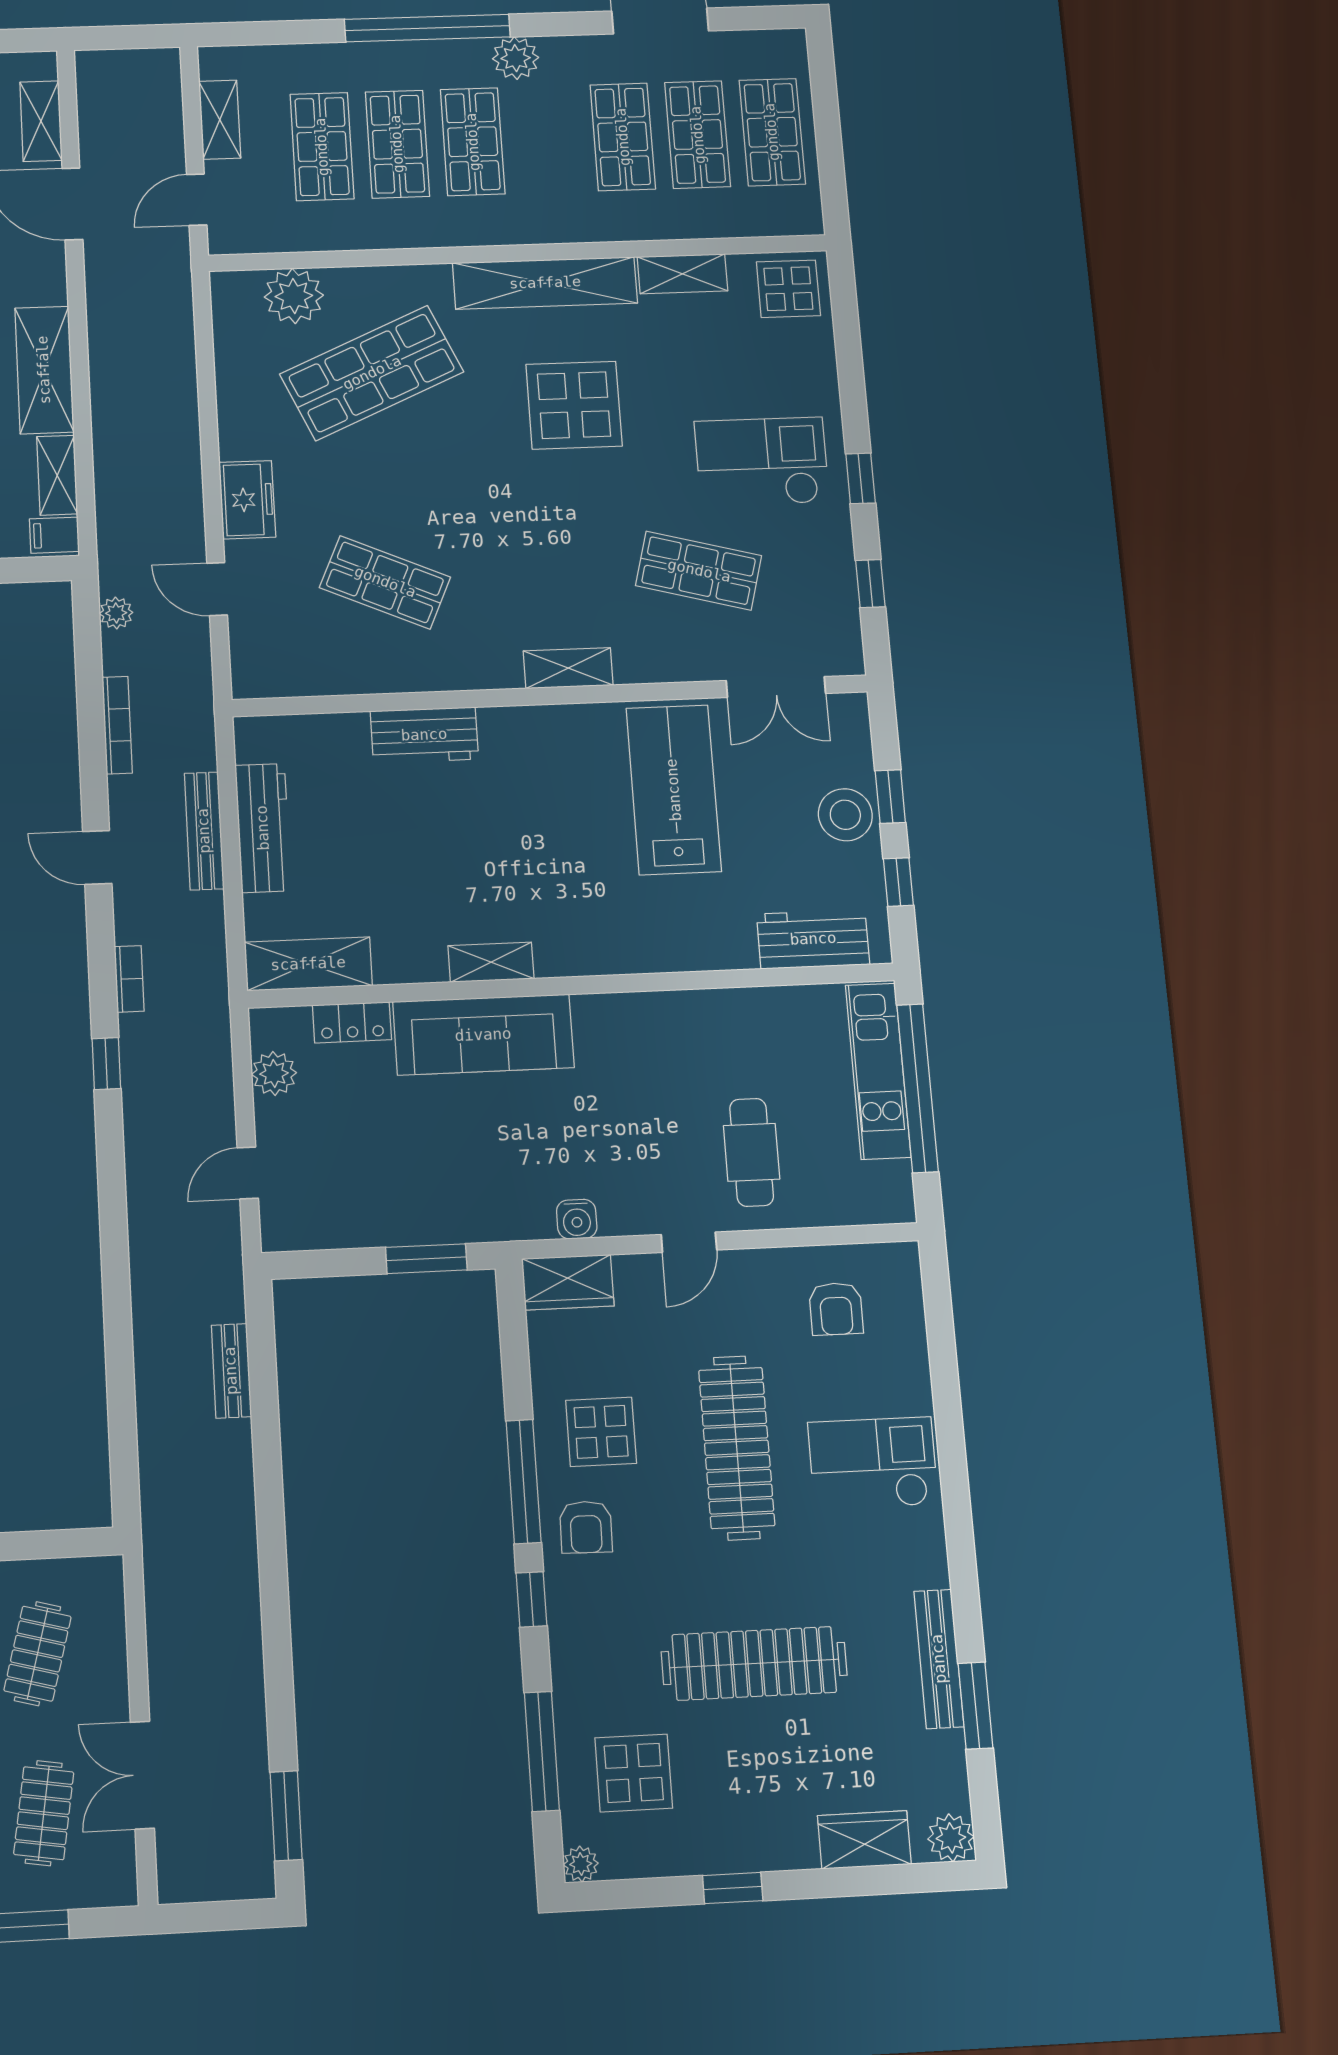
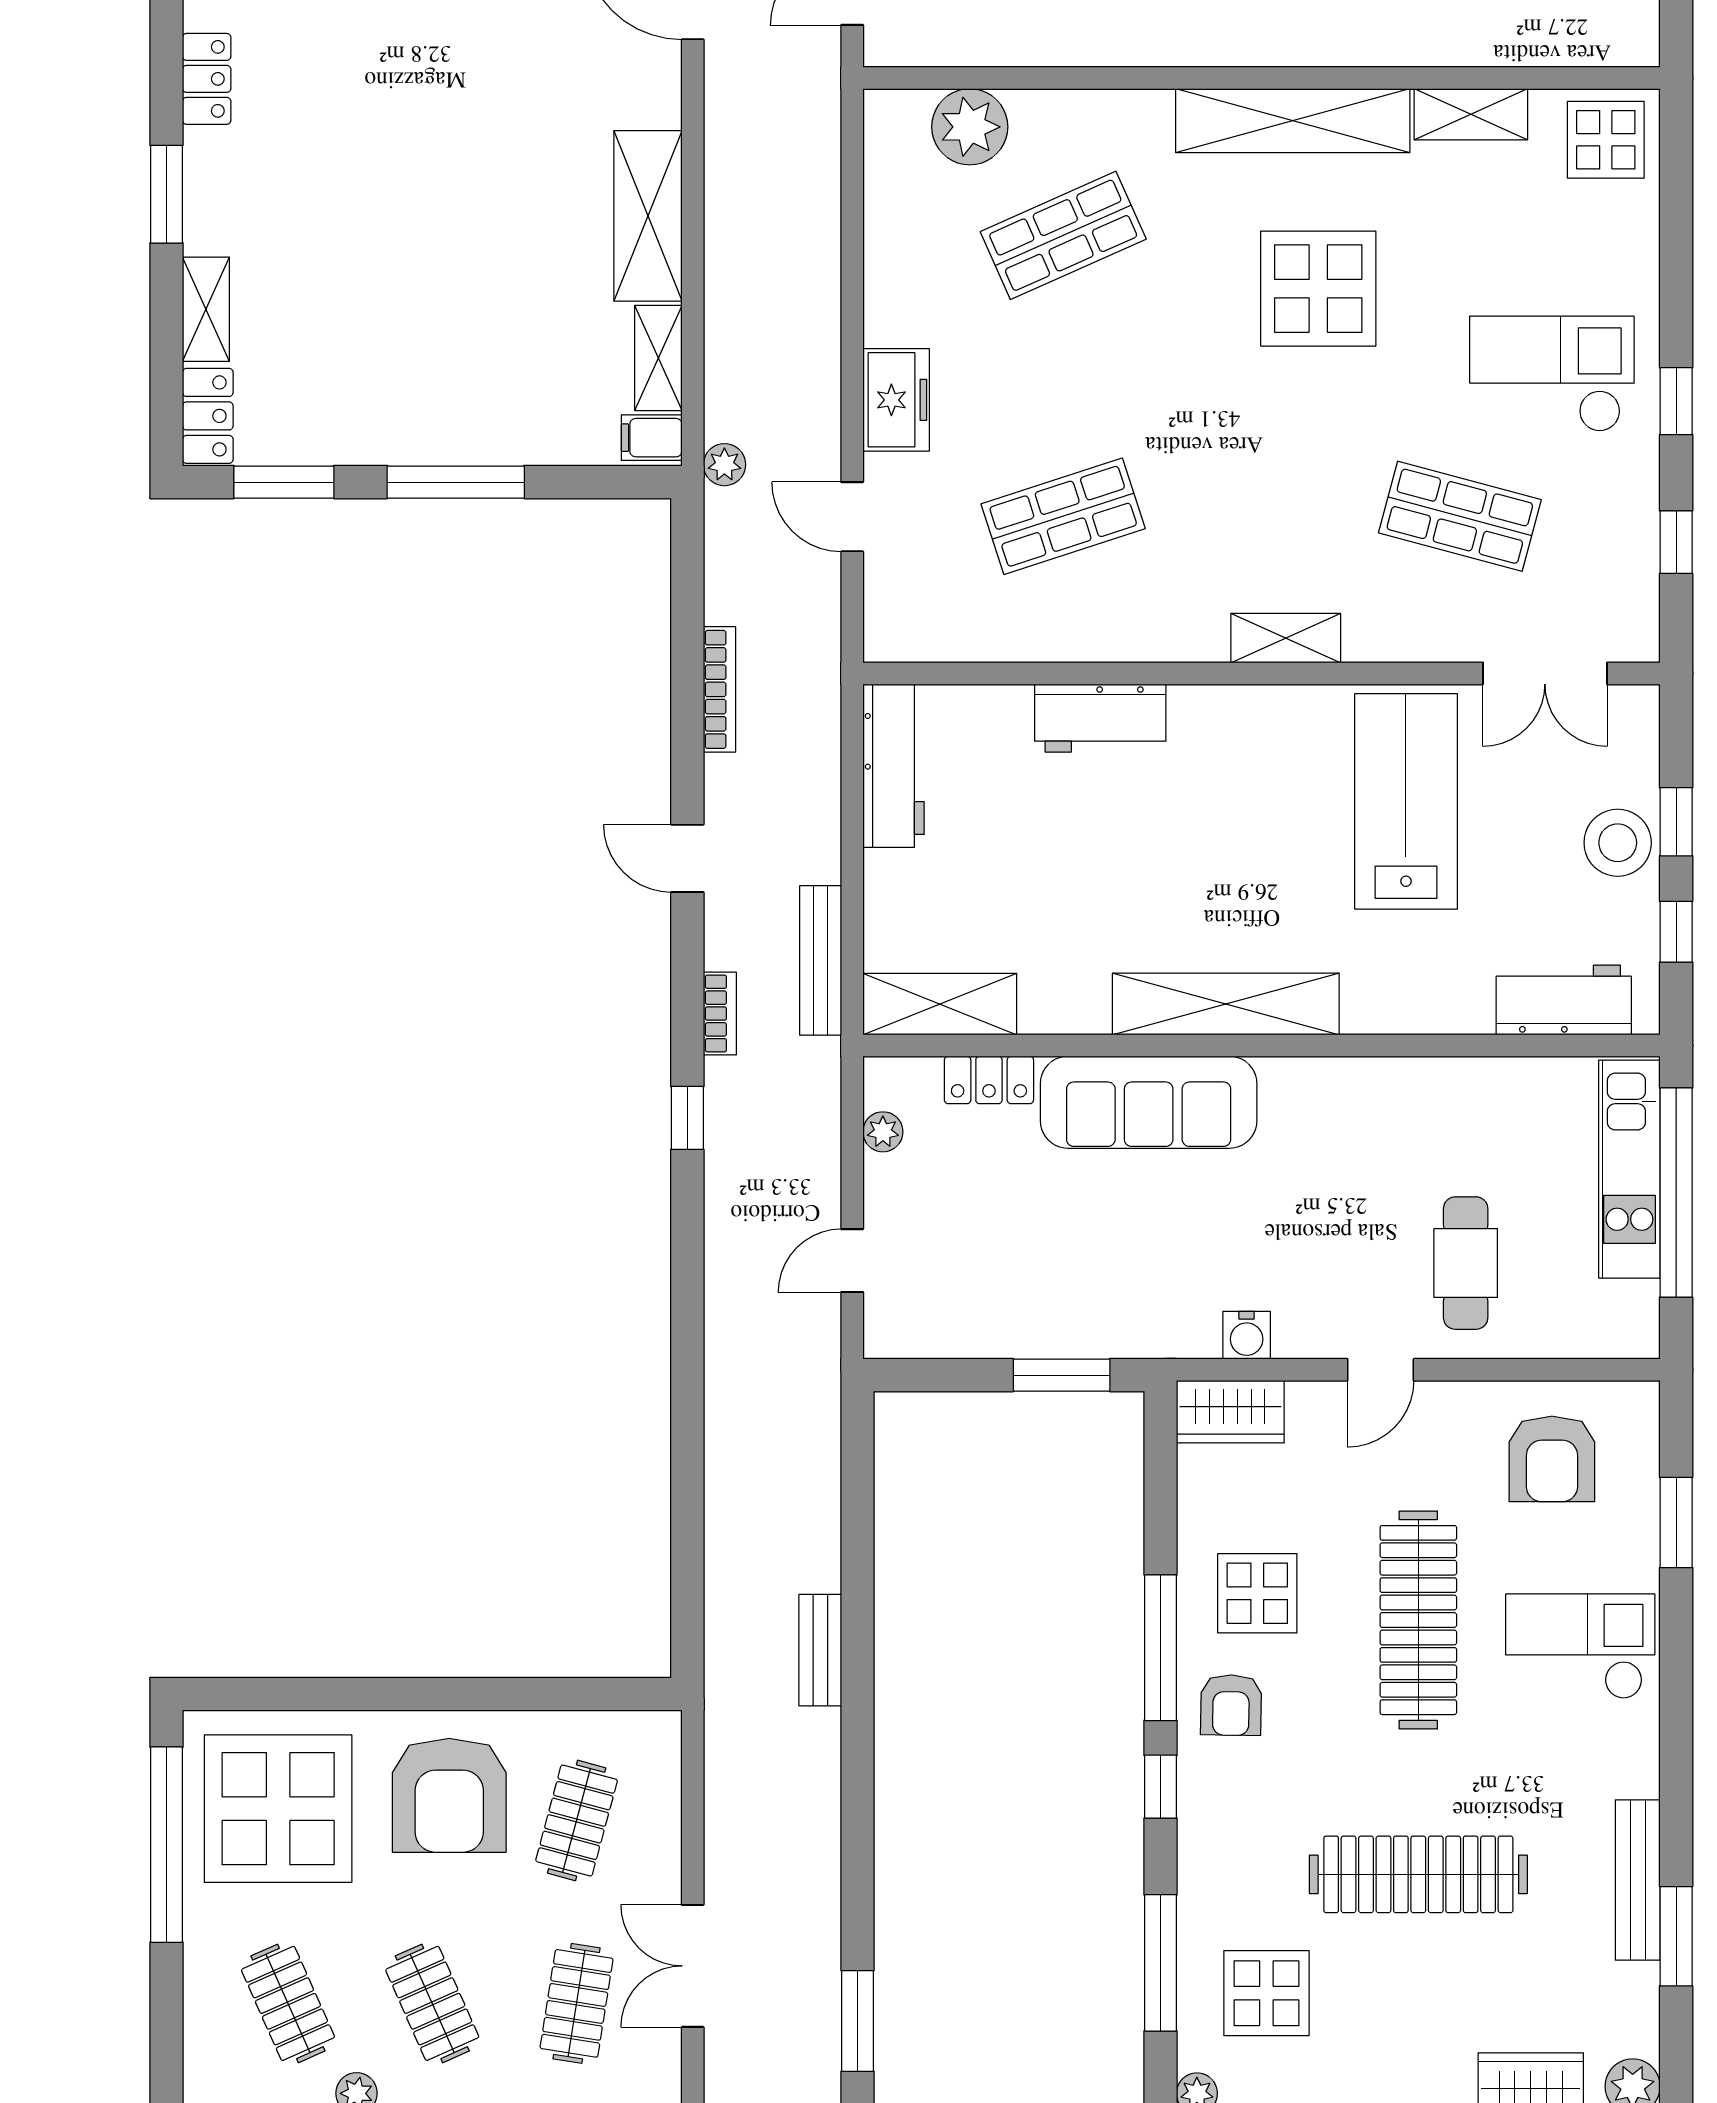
shop shelf: (372, 373) -> (1063, 235), width x0.70, depth x0.74
shop shelf: (385, 582) -> (1063, 516), turned -42
plant: (116, 613) -> (724, 465), moved
workbench: (263, 828) -> (894, 766), moved
bench: (204, 831) -> (821, 960), moved
shelving: (491, 962) -> (1226, 1004), width x2.20, depth x1.33
plant: (274, 1073) -> (883, 1132), width x0.73, depth x0.73
armchair: (836, 1309) -> (1552, 1459), width x1.38, depth x1.38
window: (943, 1356) -> (1676, 1523), added
bench: (231, 1371) -> (820, 1650), moved

